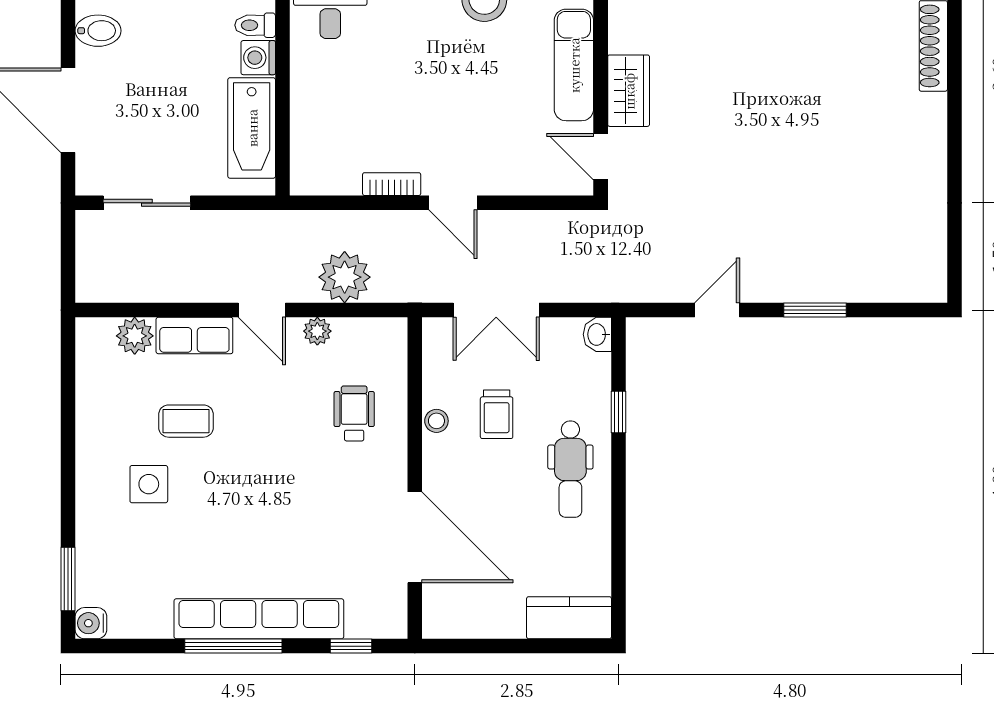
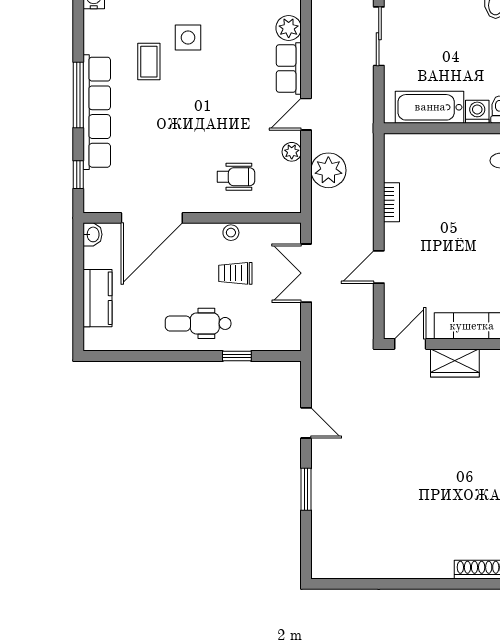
door: (453, 203) -> (379, 267), moved
washbasin: (597, 334) -> (93, 234), moved, turned 90
coffee table: (186, 421) -> (149, 62), moved
kitchen counter: (569, 618) -> (97, 298), moved

